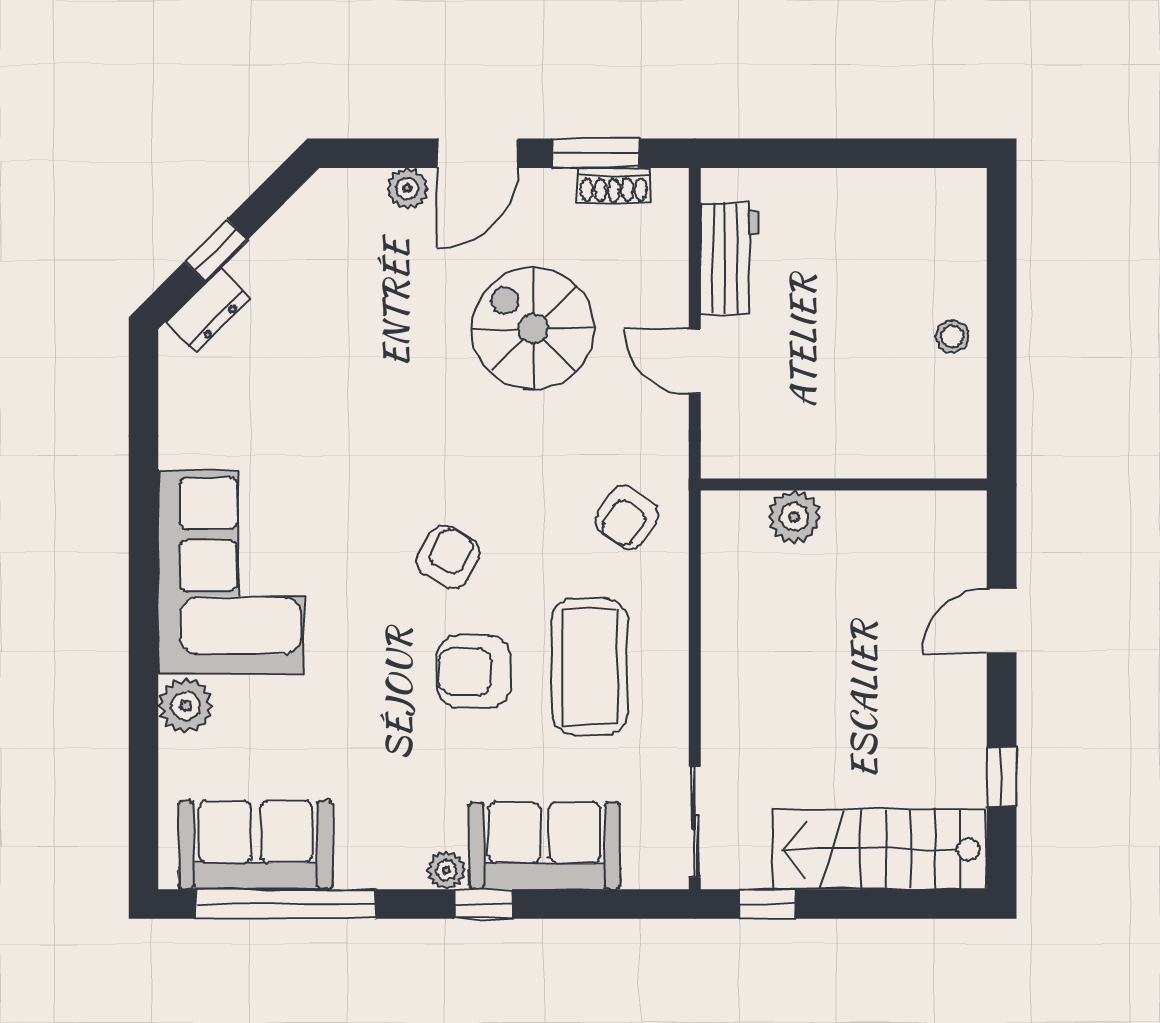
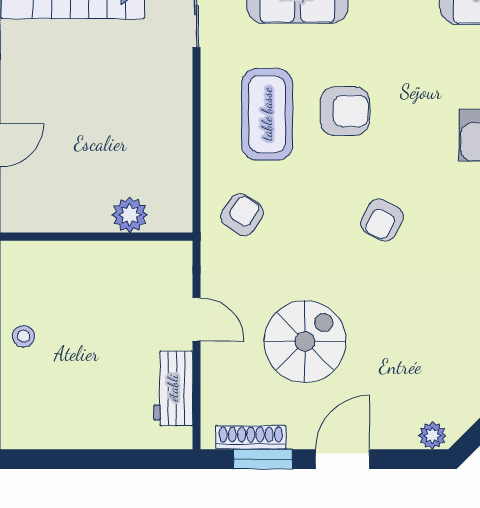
shoe rack: (614, 186) -> (251, 437), width x1.43
plant: (407, 188) -> (432, 436), moved
spiral stairs: (533, 329) -> (305, 341), turned -90
armchair: (448, 557) -> (382, 220), moved

